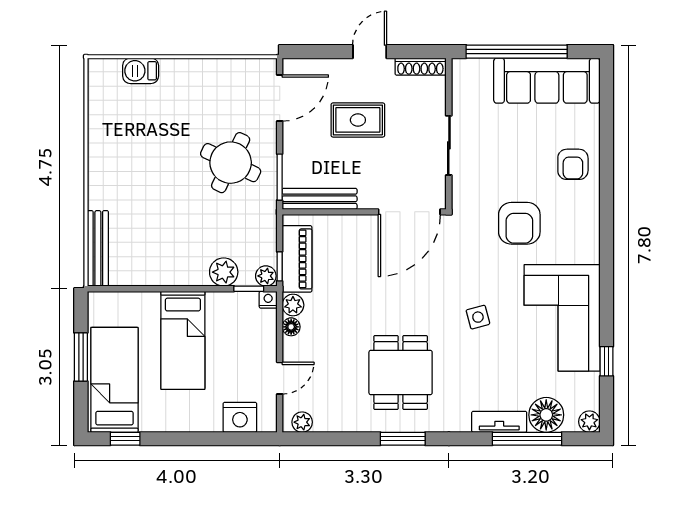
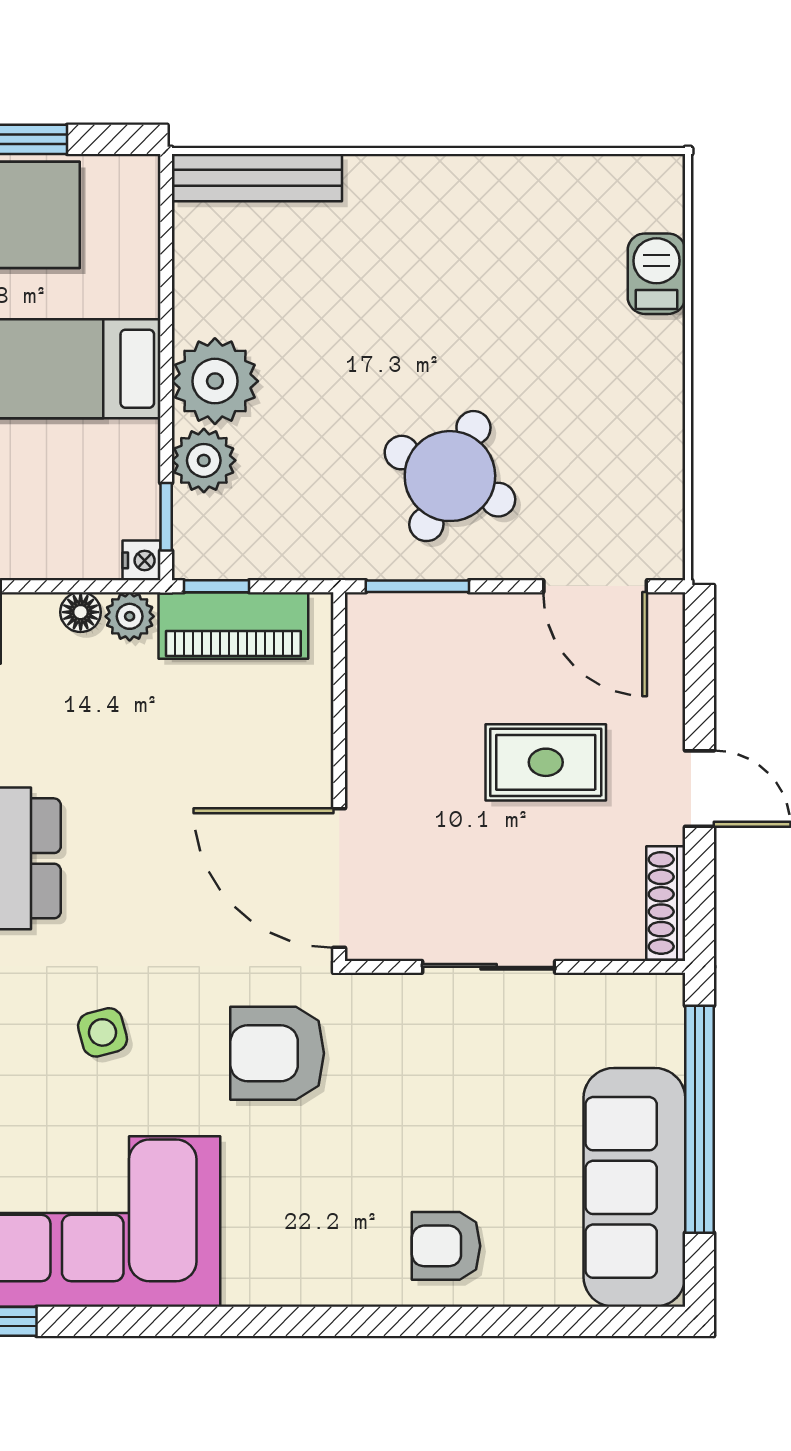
rug: (358, 120) -> (546, 762), turned 90
bench: (320, 199) -> (369, 676), removed
armchair: (519, 223) -> (277, 1053), moved
plant: (266, 276) -> (215, 381), moved, width x1.87, depth x1.87

